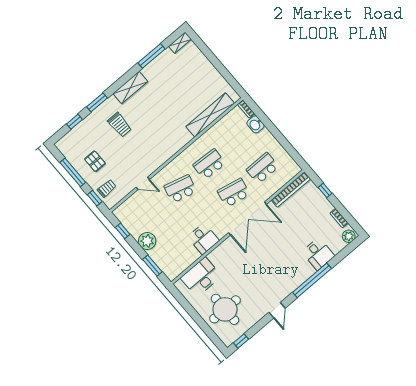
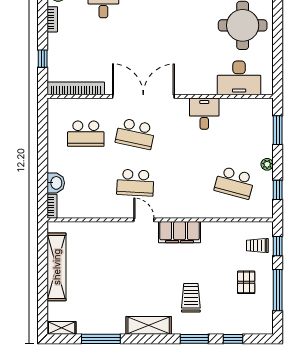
shelving: (210, 115) -> (57, 267), moved, turned 90
filing cabinet: (159, 157) -> (180, 232), added
door: (143, 183) -> (144, 220), moved
school desk: (180, 189) -> (235, 183), moved
plant: (147, 241) -> (267, 164), width x0.53, depth x0.53

